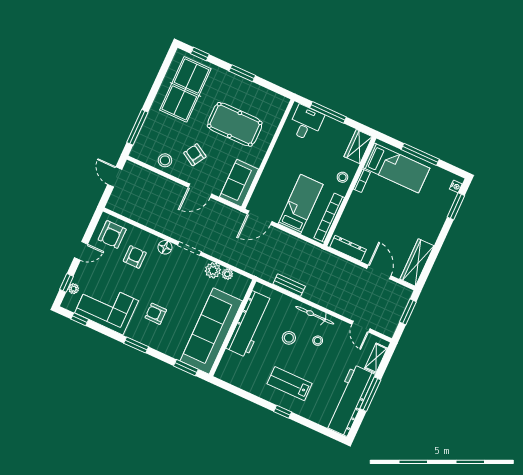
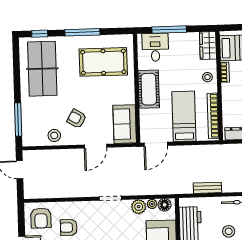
window: (242, 73) -> (82, 32), width x1.44
pool table: (235, 124) -> (103, 62), moved
cot: (279, 161) -> (149, 89), added
floor lamp: (165, 247) -> (165, 205), moved
armchair: (135, 257) -> (69, 227), turned -90

